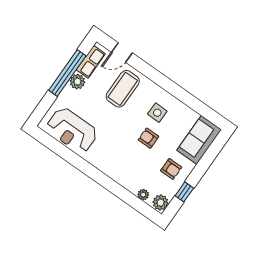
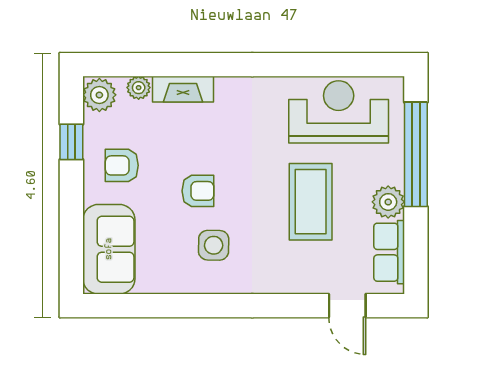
door: (122, 52) -> (347, 306), swing flipped
window: (67, 73) -> (416, 154), moved
coffee table: (123, 89) -> (311, 202), moved
fireplace: (126, 182) -> (183, 89), added

